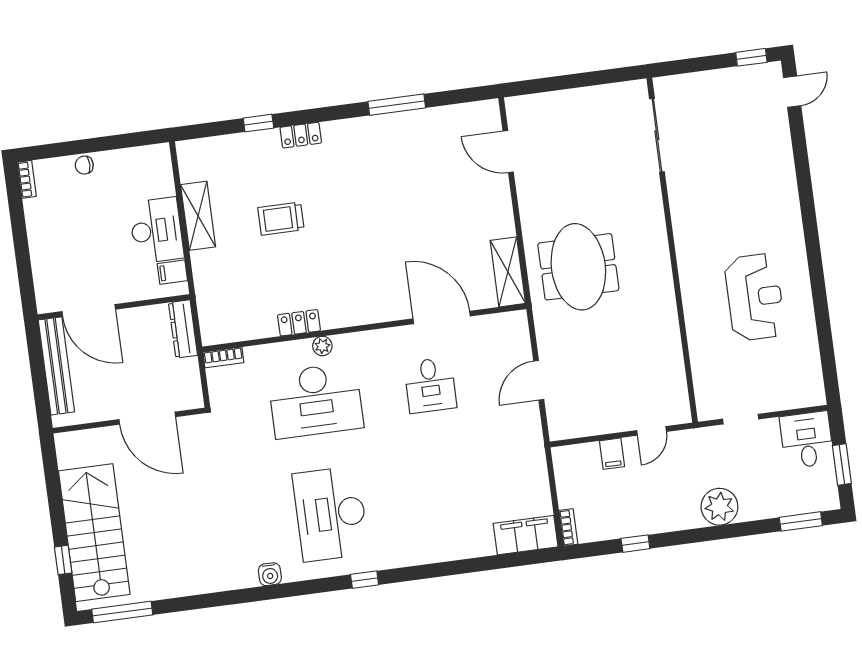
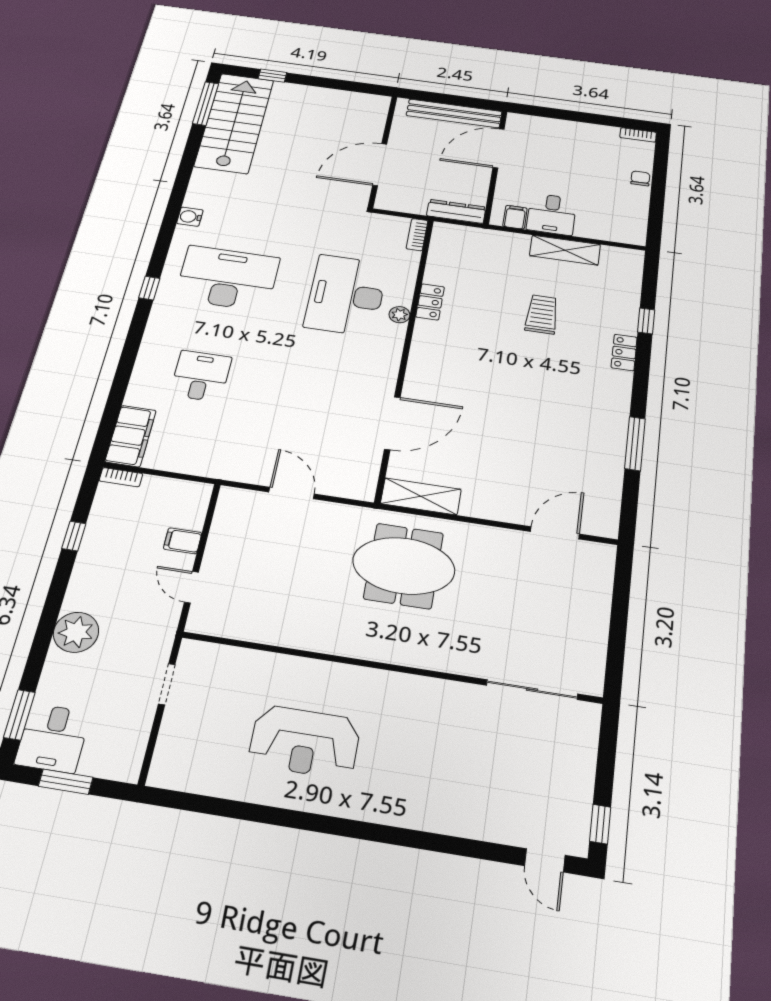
desk: (156, 230) -> (552, 214), width x0.73
desk: (430, 385) -> (201, 376), moved, turned 90
desk: (807, 440) -> (53, 738), moved, turned 90
stairs: (94, 533) -> (234, 123), moved, turned -90

